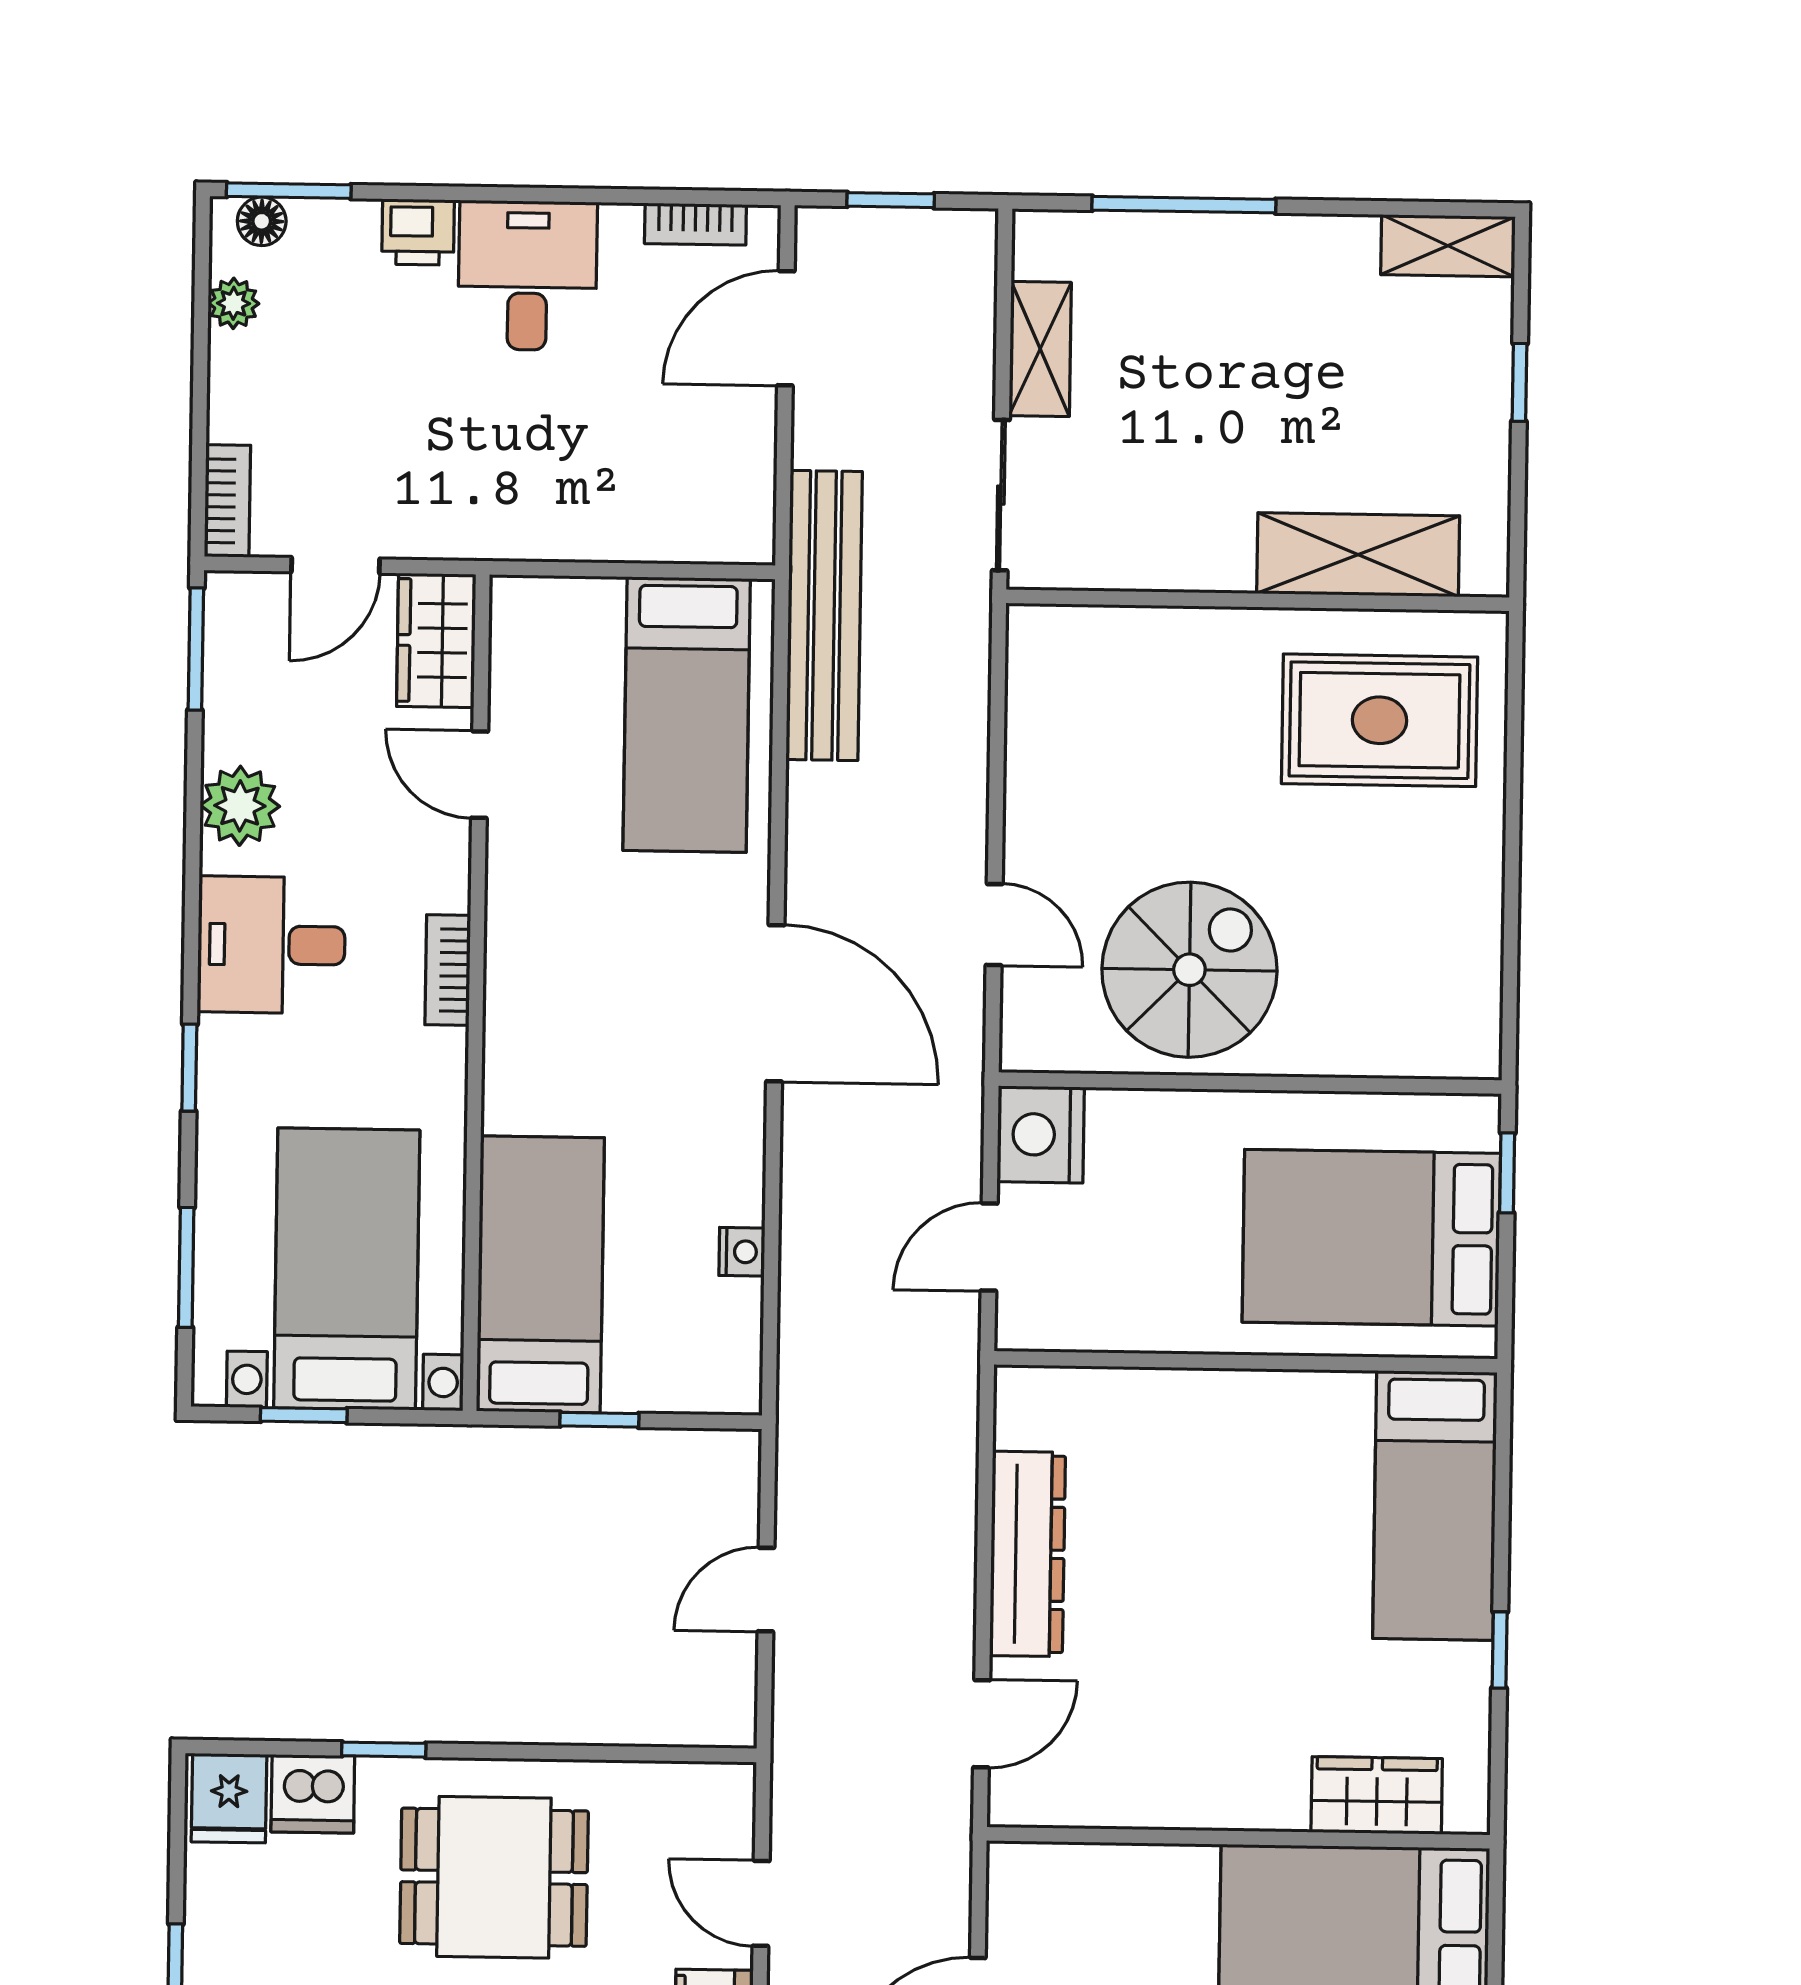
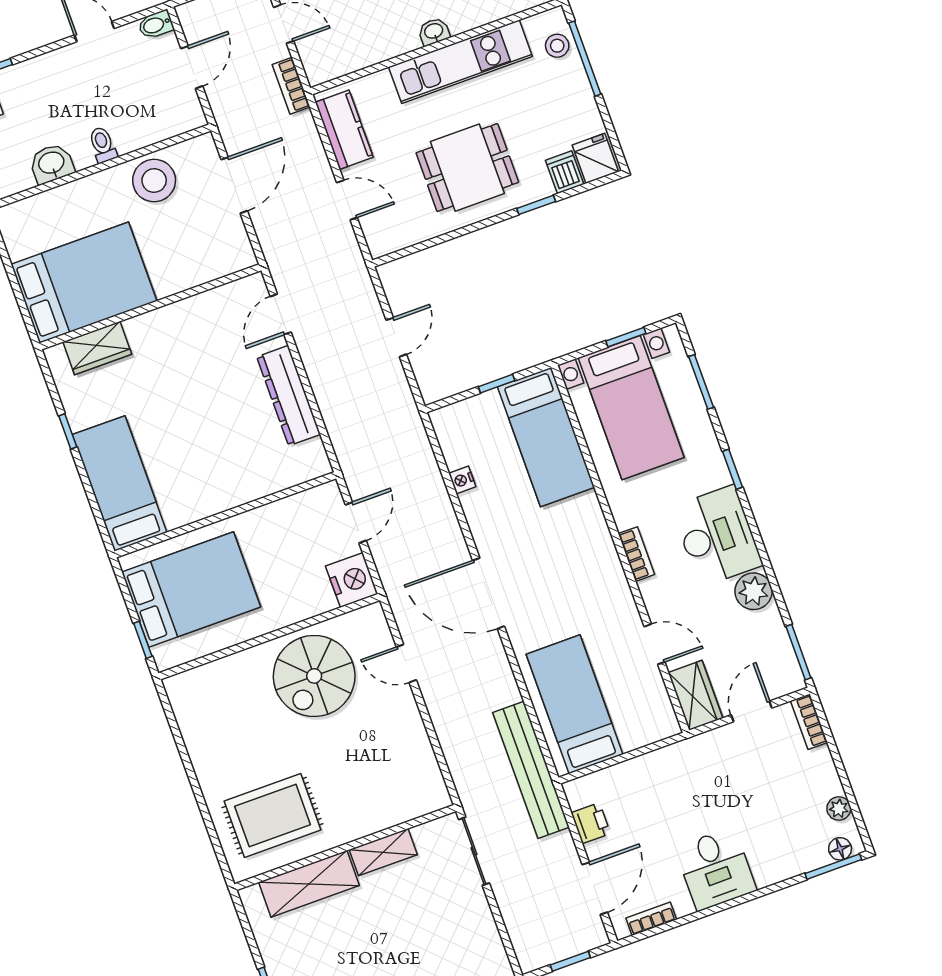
printer: (418, 232) -> (591, 823), moved, turned 90
shelving: (1040, 349) -> (383, 852), moved, turned 90
desk: (271, 945) -> (717, 536), width x1.37
dishwasher: (313, 1794) -> (565, 172), width x0.73

